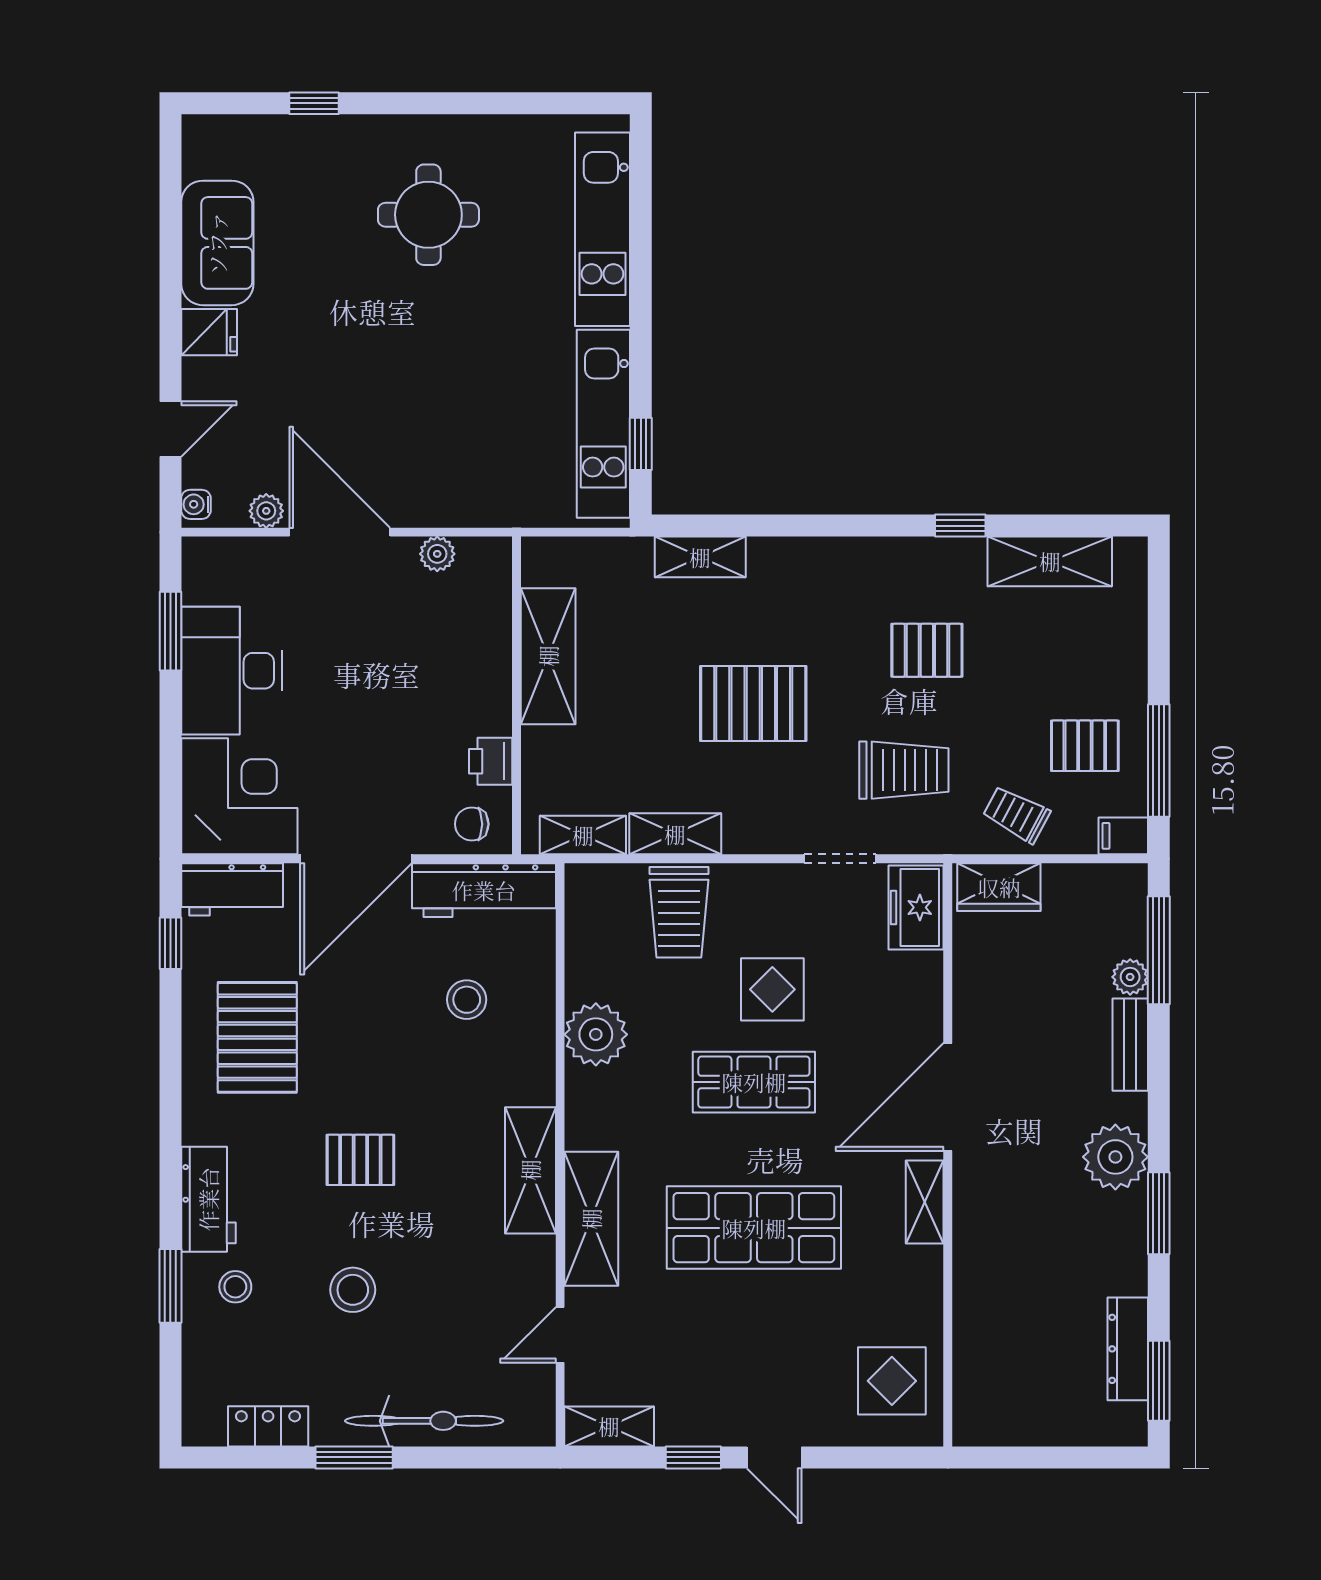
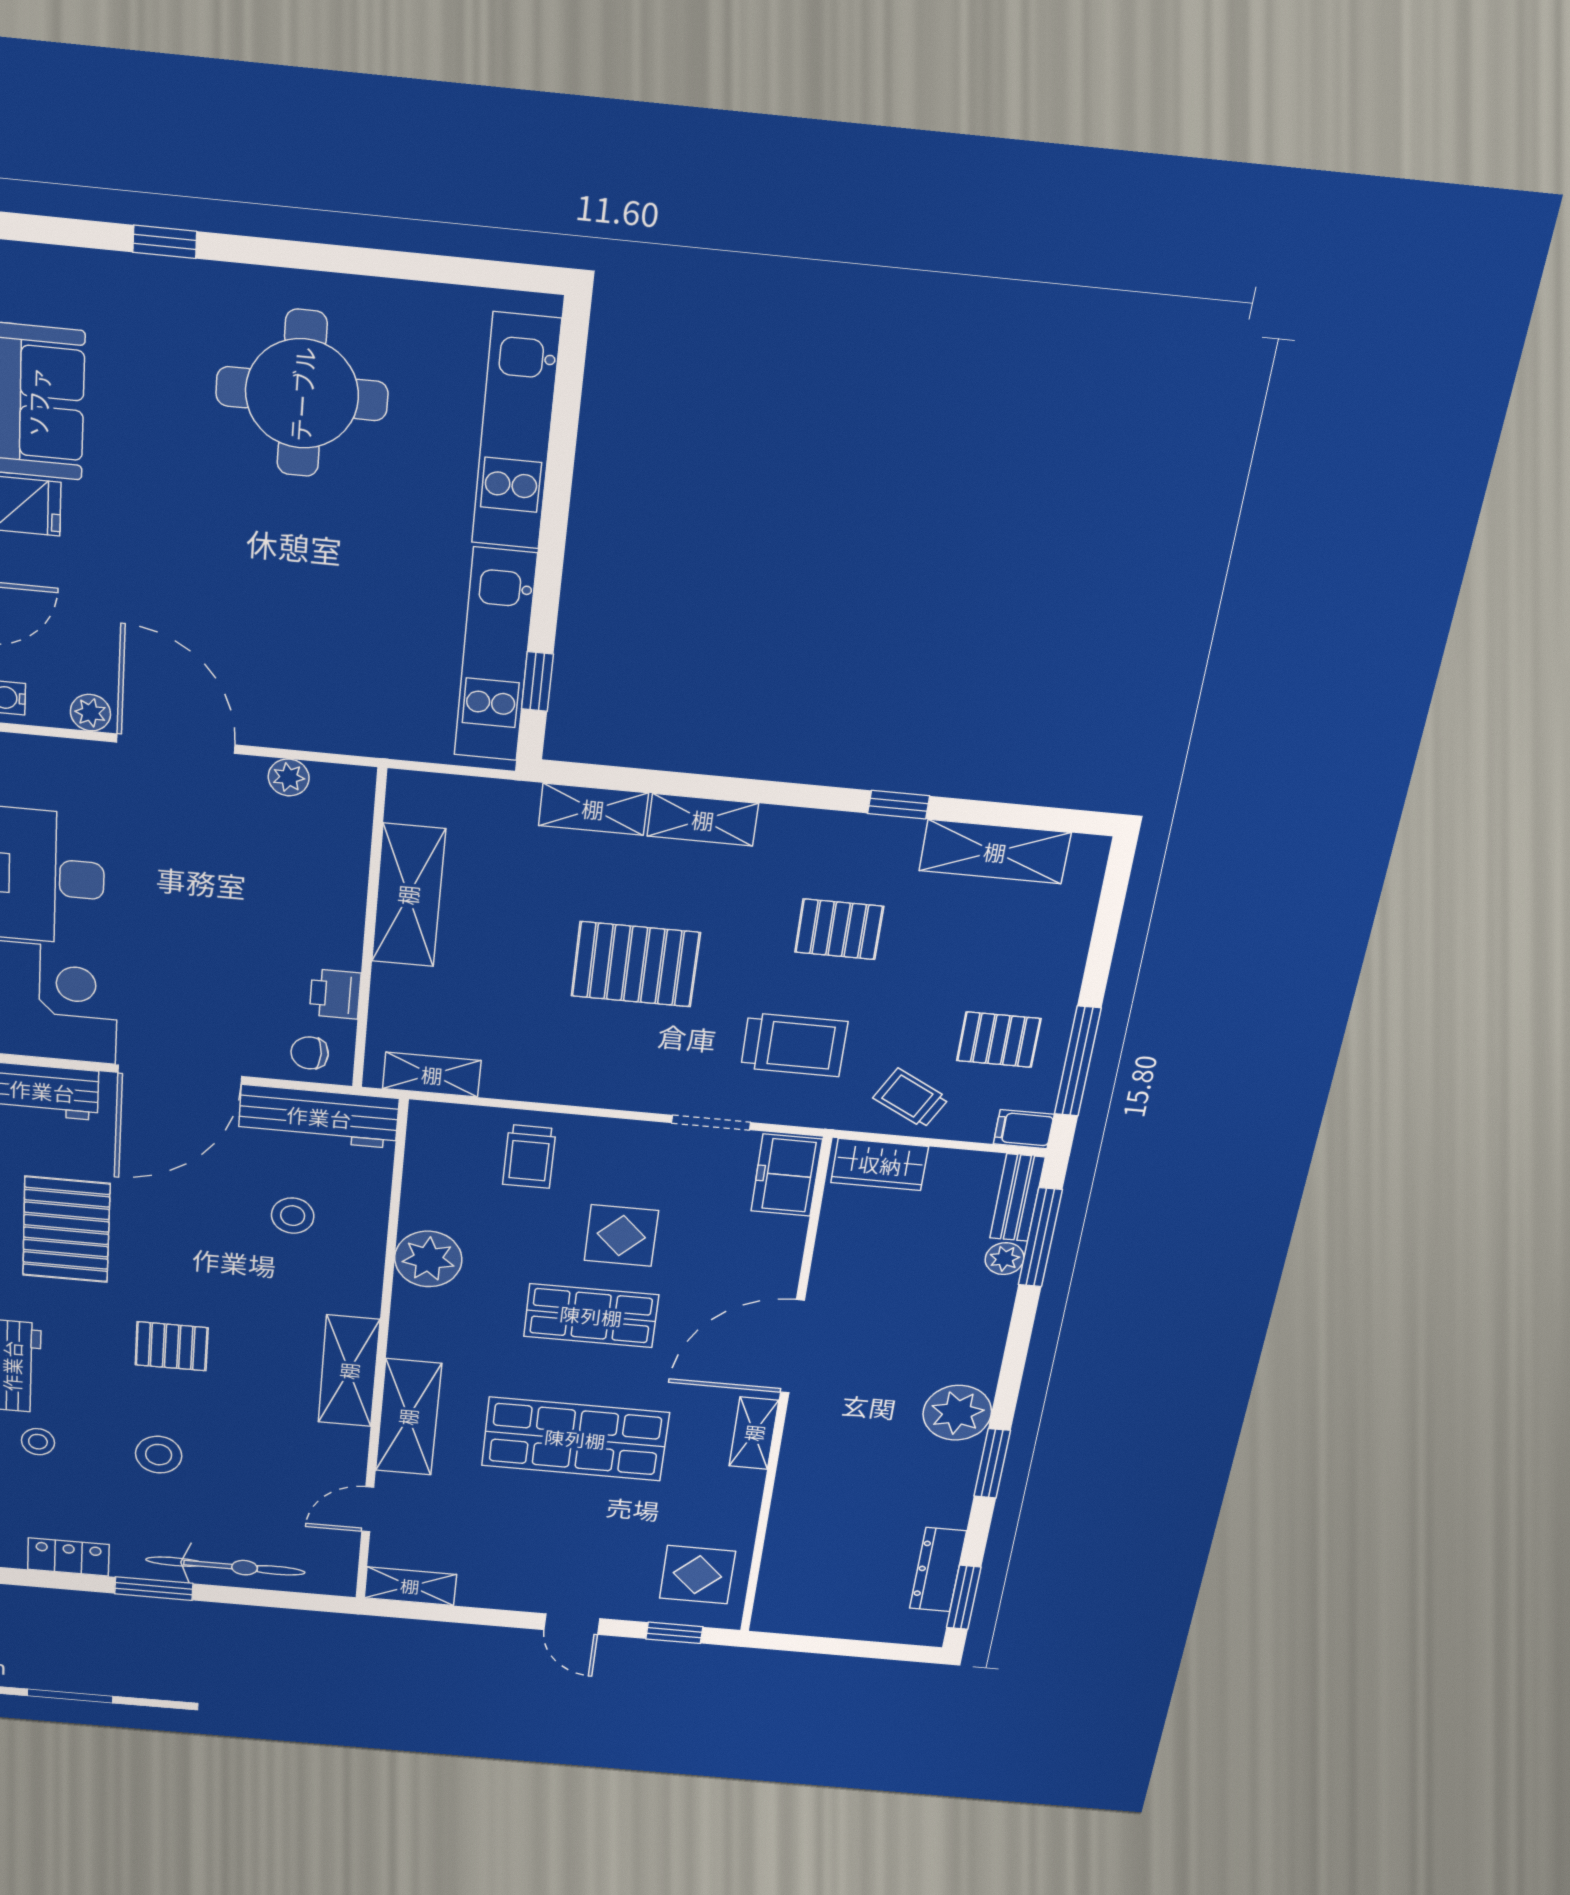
round table: (428, 215) -> (302, 394), width x1.36, depth x1.36
shelving: (675, 834) -> (703, 820), moved
trolley: (679, 912) -> (529, 1156), width x0.73, depth x0.72
bench: (1130, 1045) -> (1017, 1198), moved
window: (693, 1457) -> (674, 1633), moved

